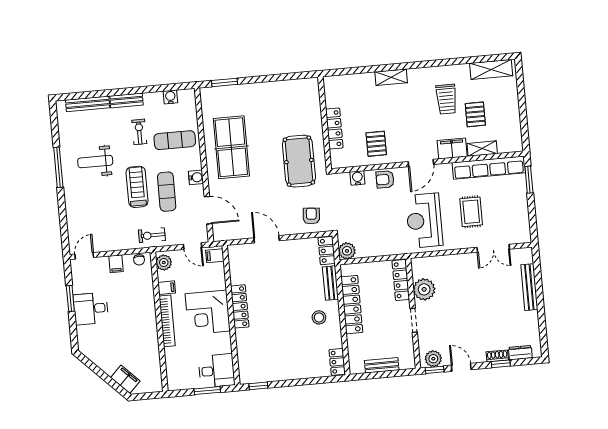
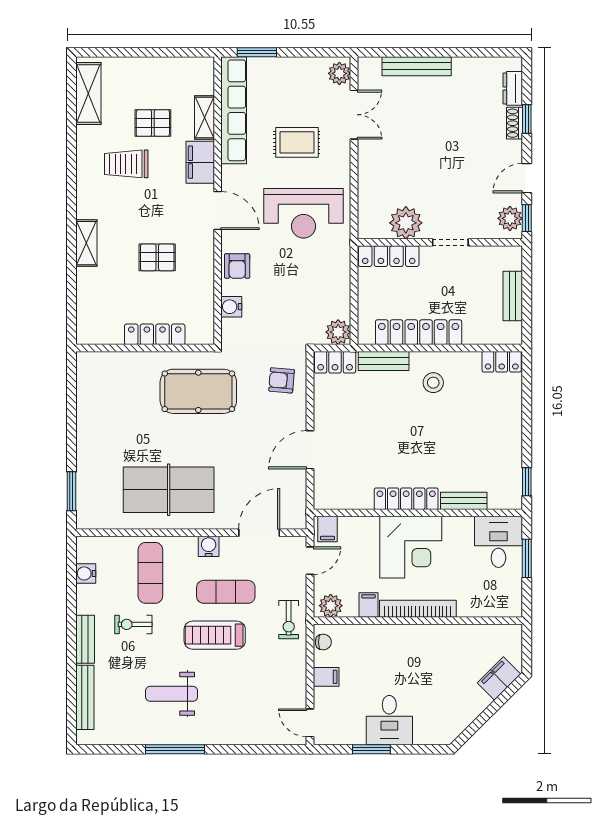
trolley: (446, 99) -> (126, 164), turned 180
pallet: (376, 144) -> (157, 257), moved
weight bench: (95, 162) -> (172, 694), turned 90
plant: (520, 236) -> (339, 73), added
bench: (242, 345) -> (464, 501), added

